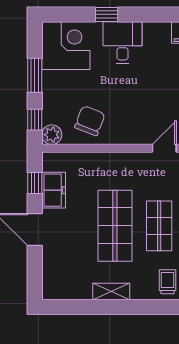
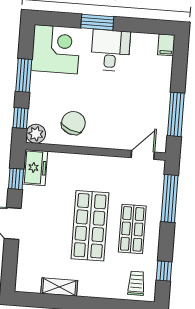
window: (107, 14) -> (97, 22), width x1.50
freezer: (54, 190) -> (35, 168), moved
shelving: (111, 292) -> (59, 287), moved

